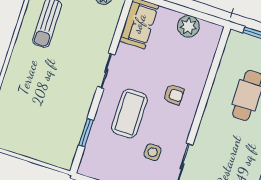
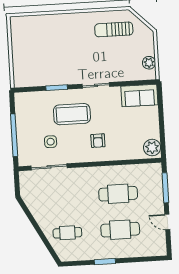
plant: (188, 26) -> (152, 148), moved
window: (86, 133) -> (57, 88), moved

